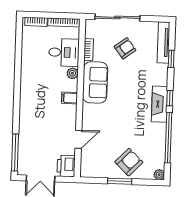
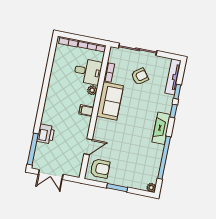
window: (170, 98) -> (173, 111), moved
armchair: (129, 162) -> (100, 169), moved, turned 46
printer: (66, 166) -> (46, 134), moved, turned 180

